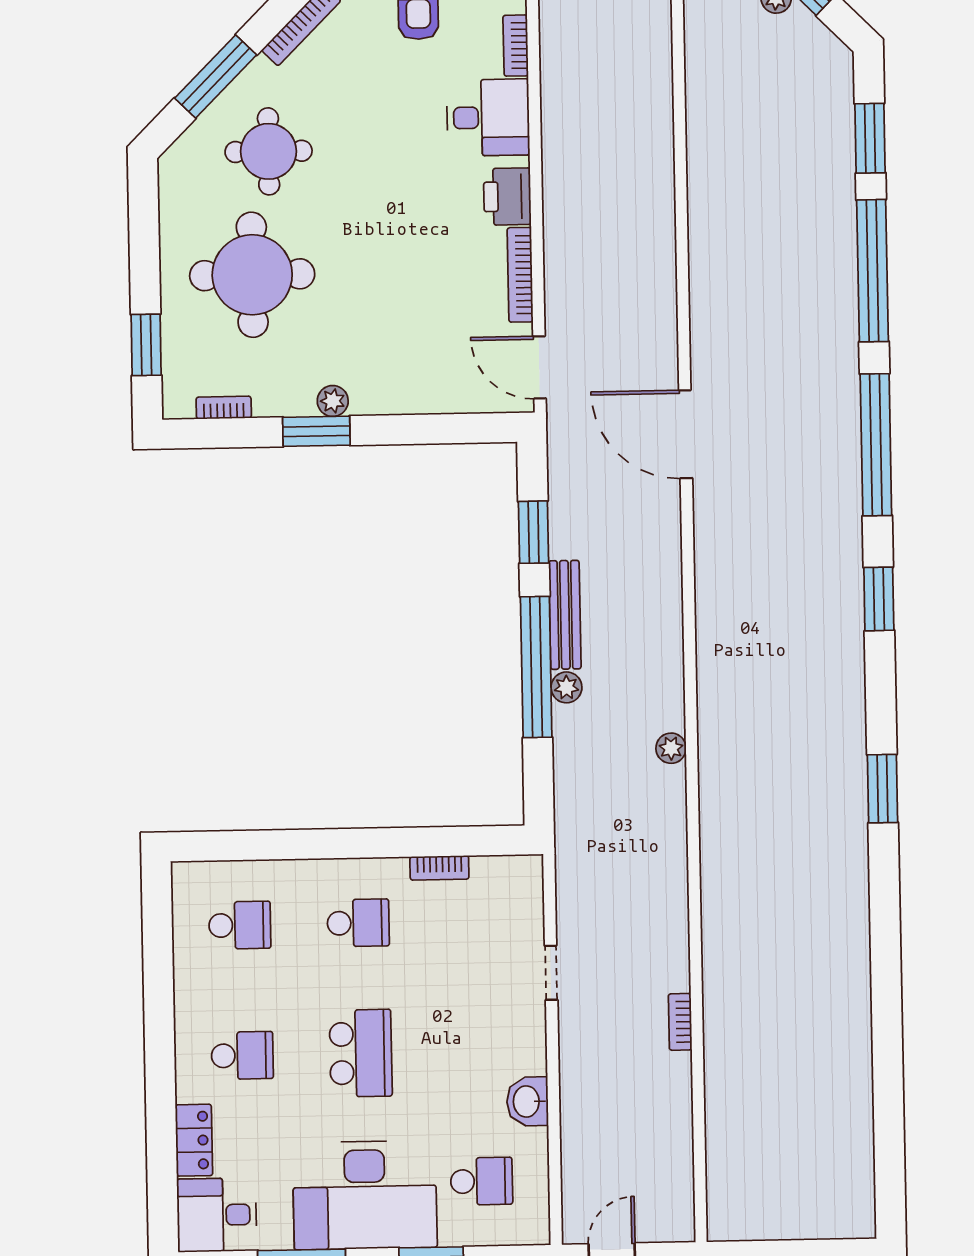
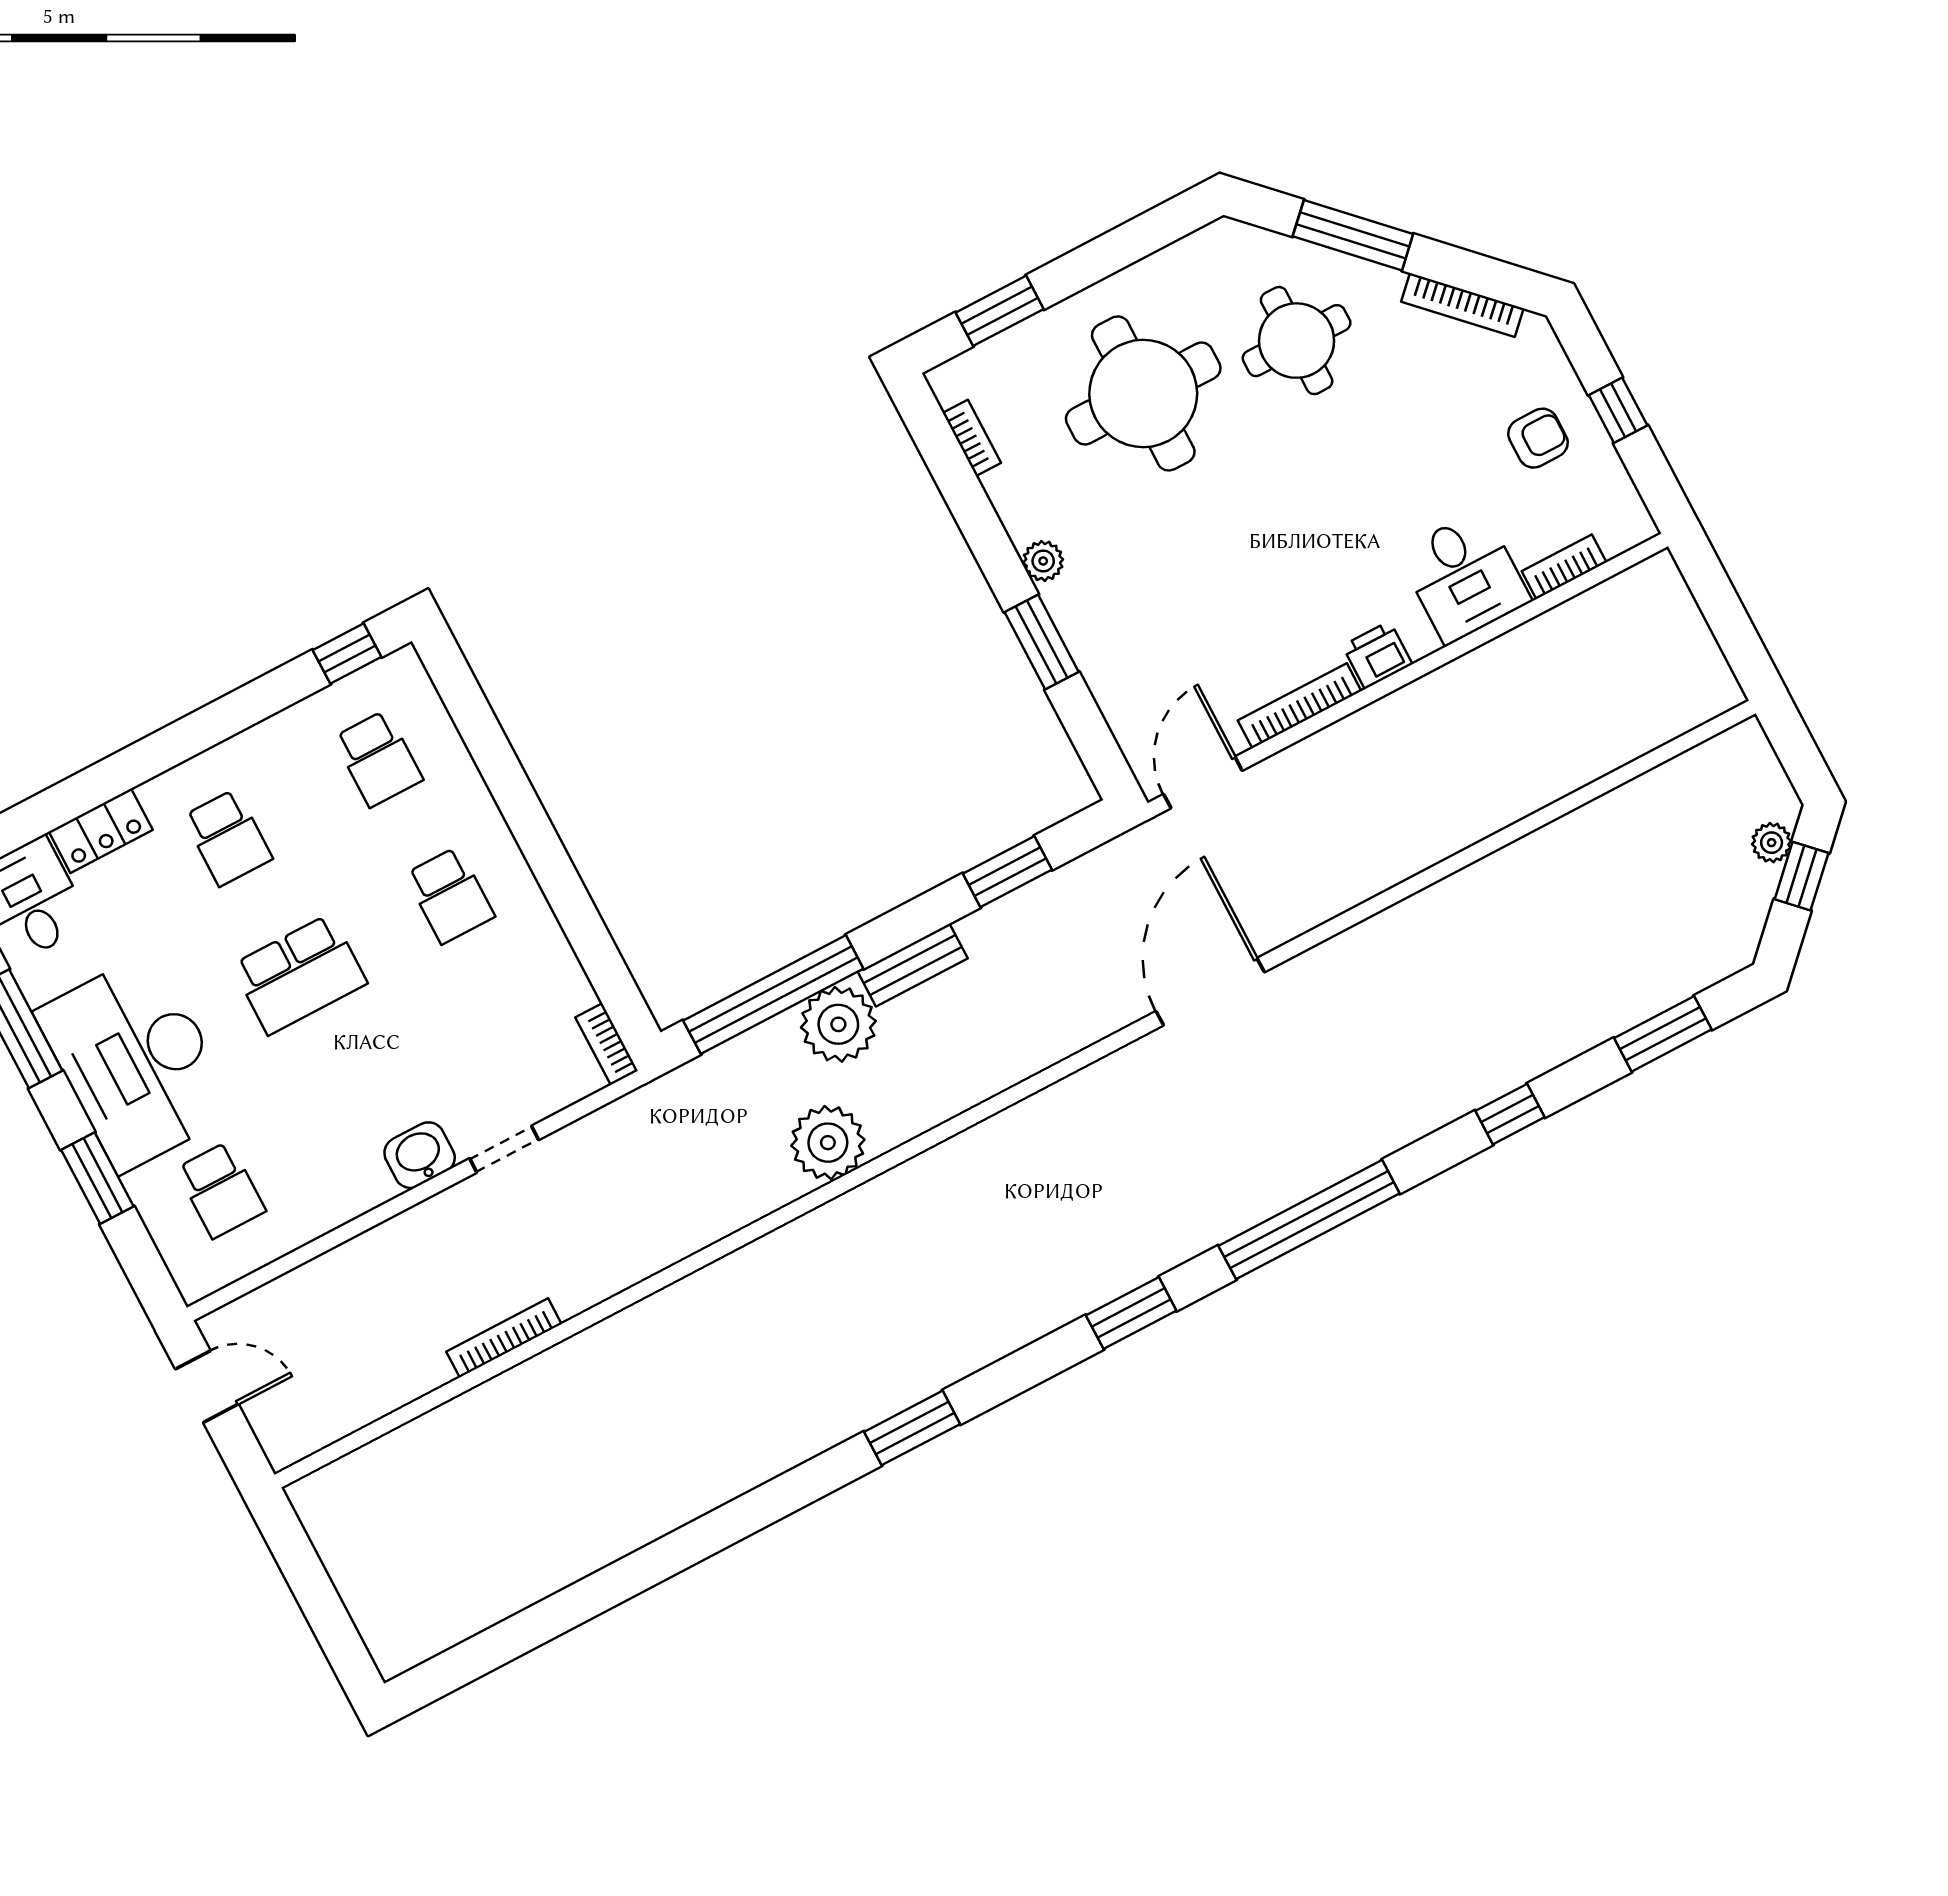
printer: (507, 197) -> (1377, 655), width x0.73, depth x0.81
window: (873, 271) -> (1510, 1114), width x0.32
window: (316, 431) -> (1042, 642), moved
bench: (565, 615) -> (913, 965), width x0.73
window: (536, 667) -> (773, 995), moved
plant: (566, 687) -> (838, 1024), width x1.88, depth x1.88
plant: (671, 748) -> (828, 1143), width x1.87, depth x1.87
bookcase: (439, 868) -> (607, 1044), moved
window: (157, 910) -> (347, 653), added
bookcase: (680, 1022) -> (504, 1338), width x1.56
washbasin: (527, 1101) -> (420, 1155), moved

